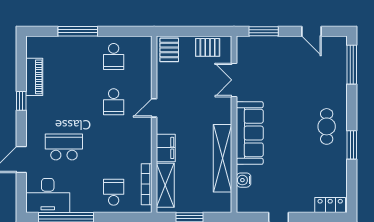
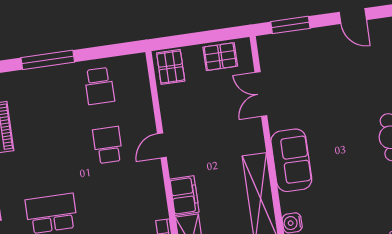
school desk: (114, 102) -> (108, 145), turned 180
sofa: (250, 133) -> (291, 160), width x0.73

